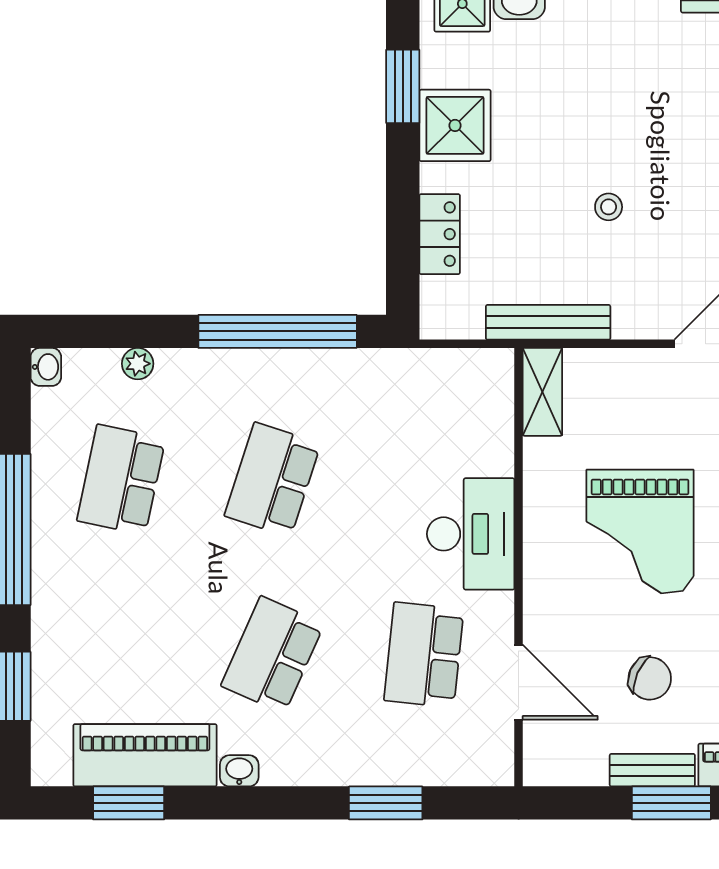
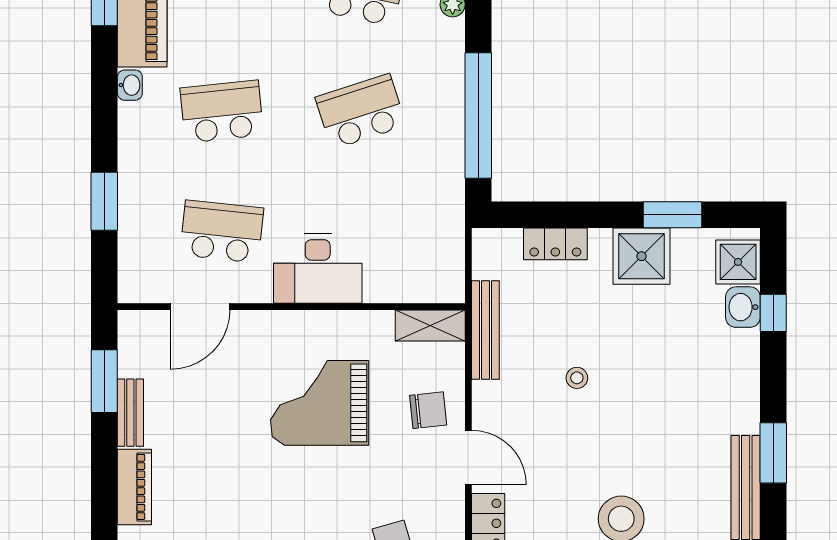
school desk: (273, 480) -> (361, 111), turned -36
school desk: (273, 655) -> (222, 111), turned -30
chair: (650, 678) -> (428, 410), moved, turned -120
window: (671, 803) -> (104, 381), moved

